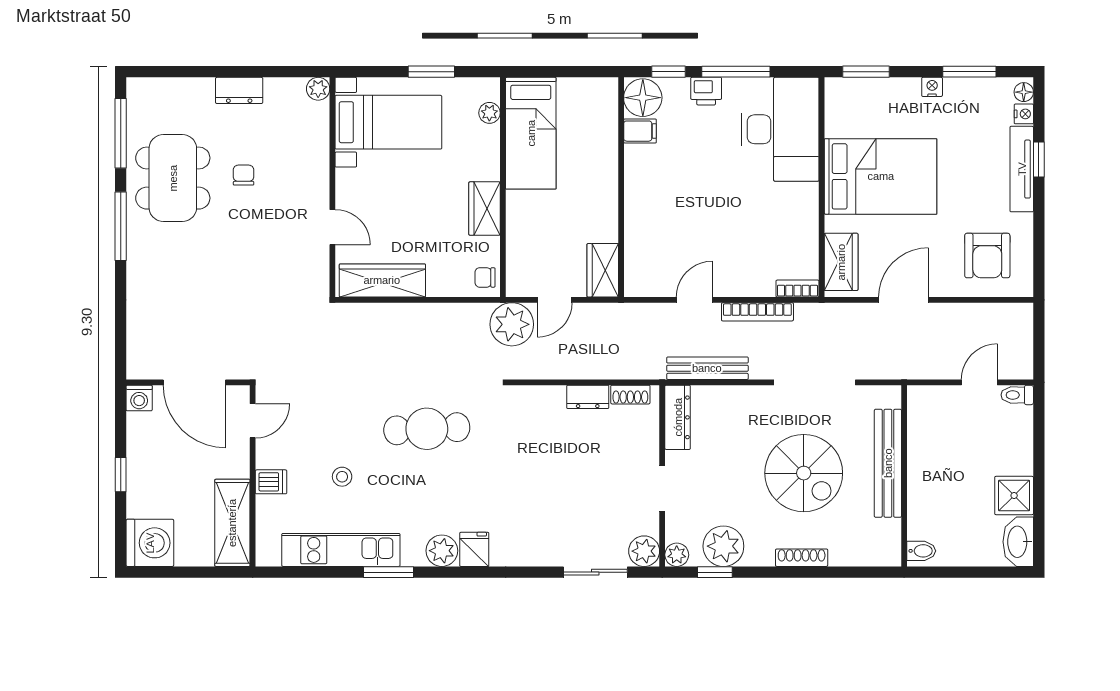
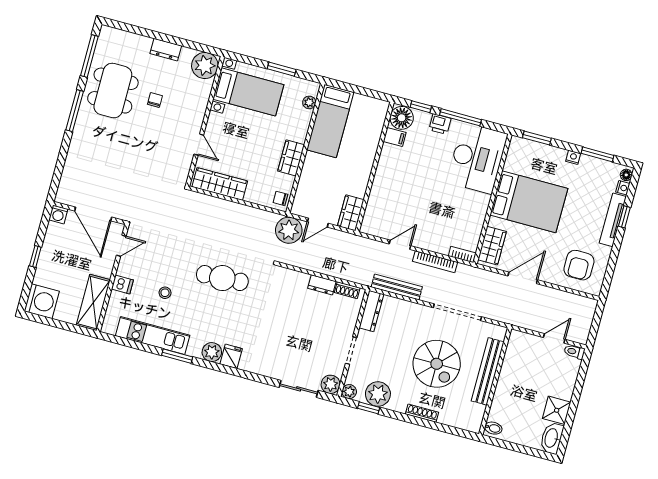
plant: (318, 89) -> (205, 65), width x1.87, depth x1.87

